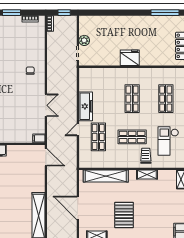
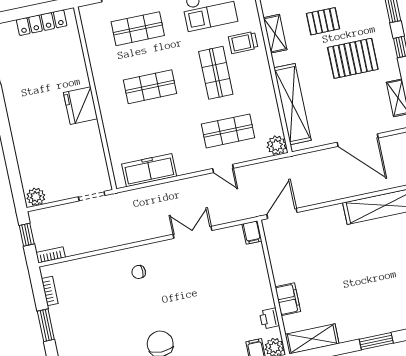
plant: (84, 40) -> (36, 197), moved
freezer: (86, 106) -> (149, 170), moved
plant: (85, 162) -> (277, 145), added
pallet: (148, 203) -> (323, 21), added
door: (78, 208) -> (358, 140), hinge flipped

